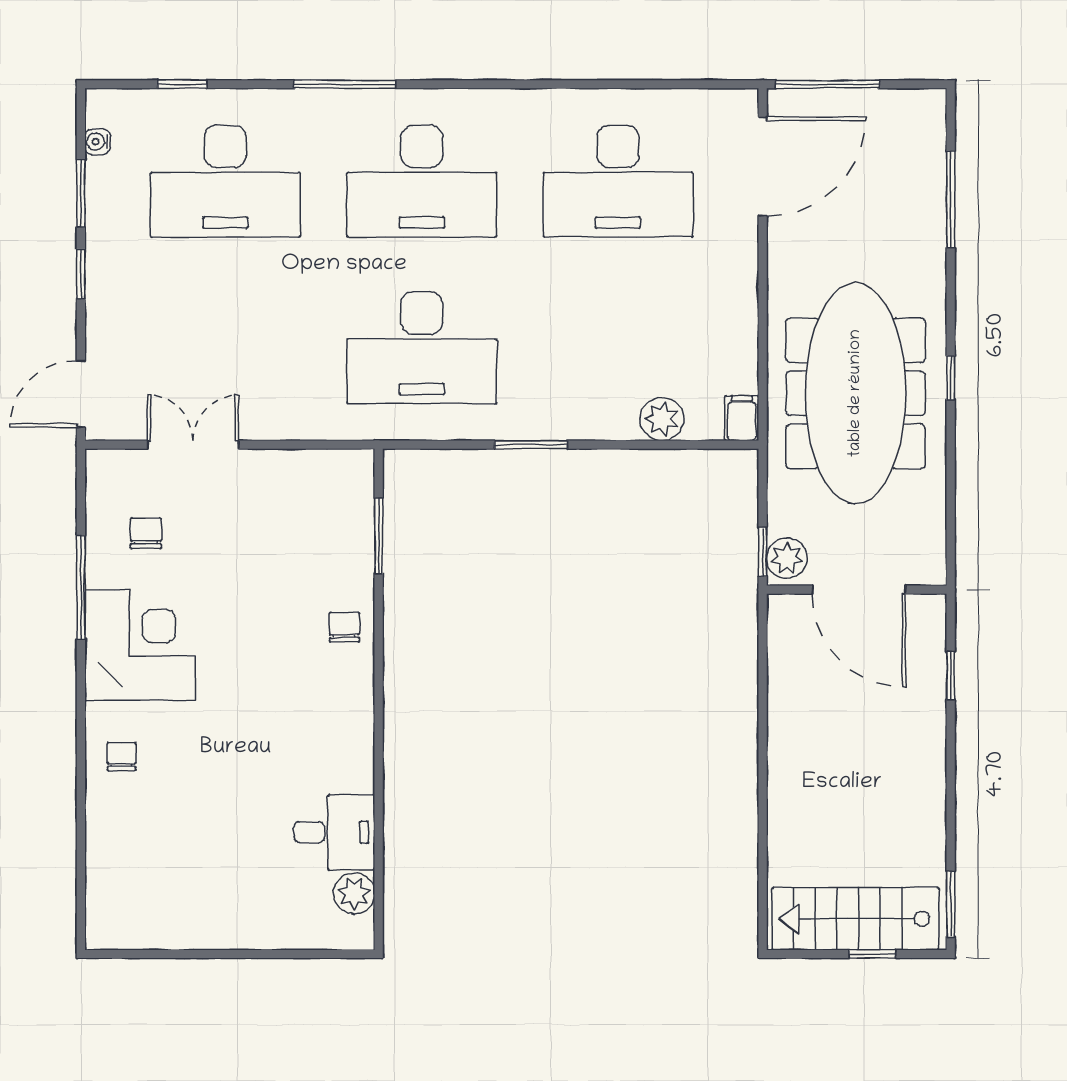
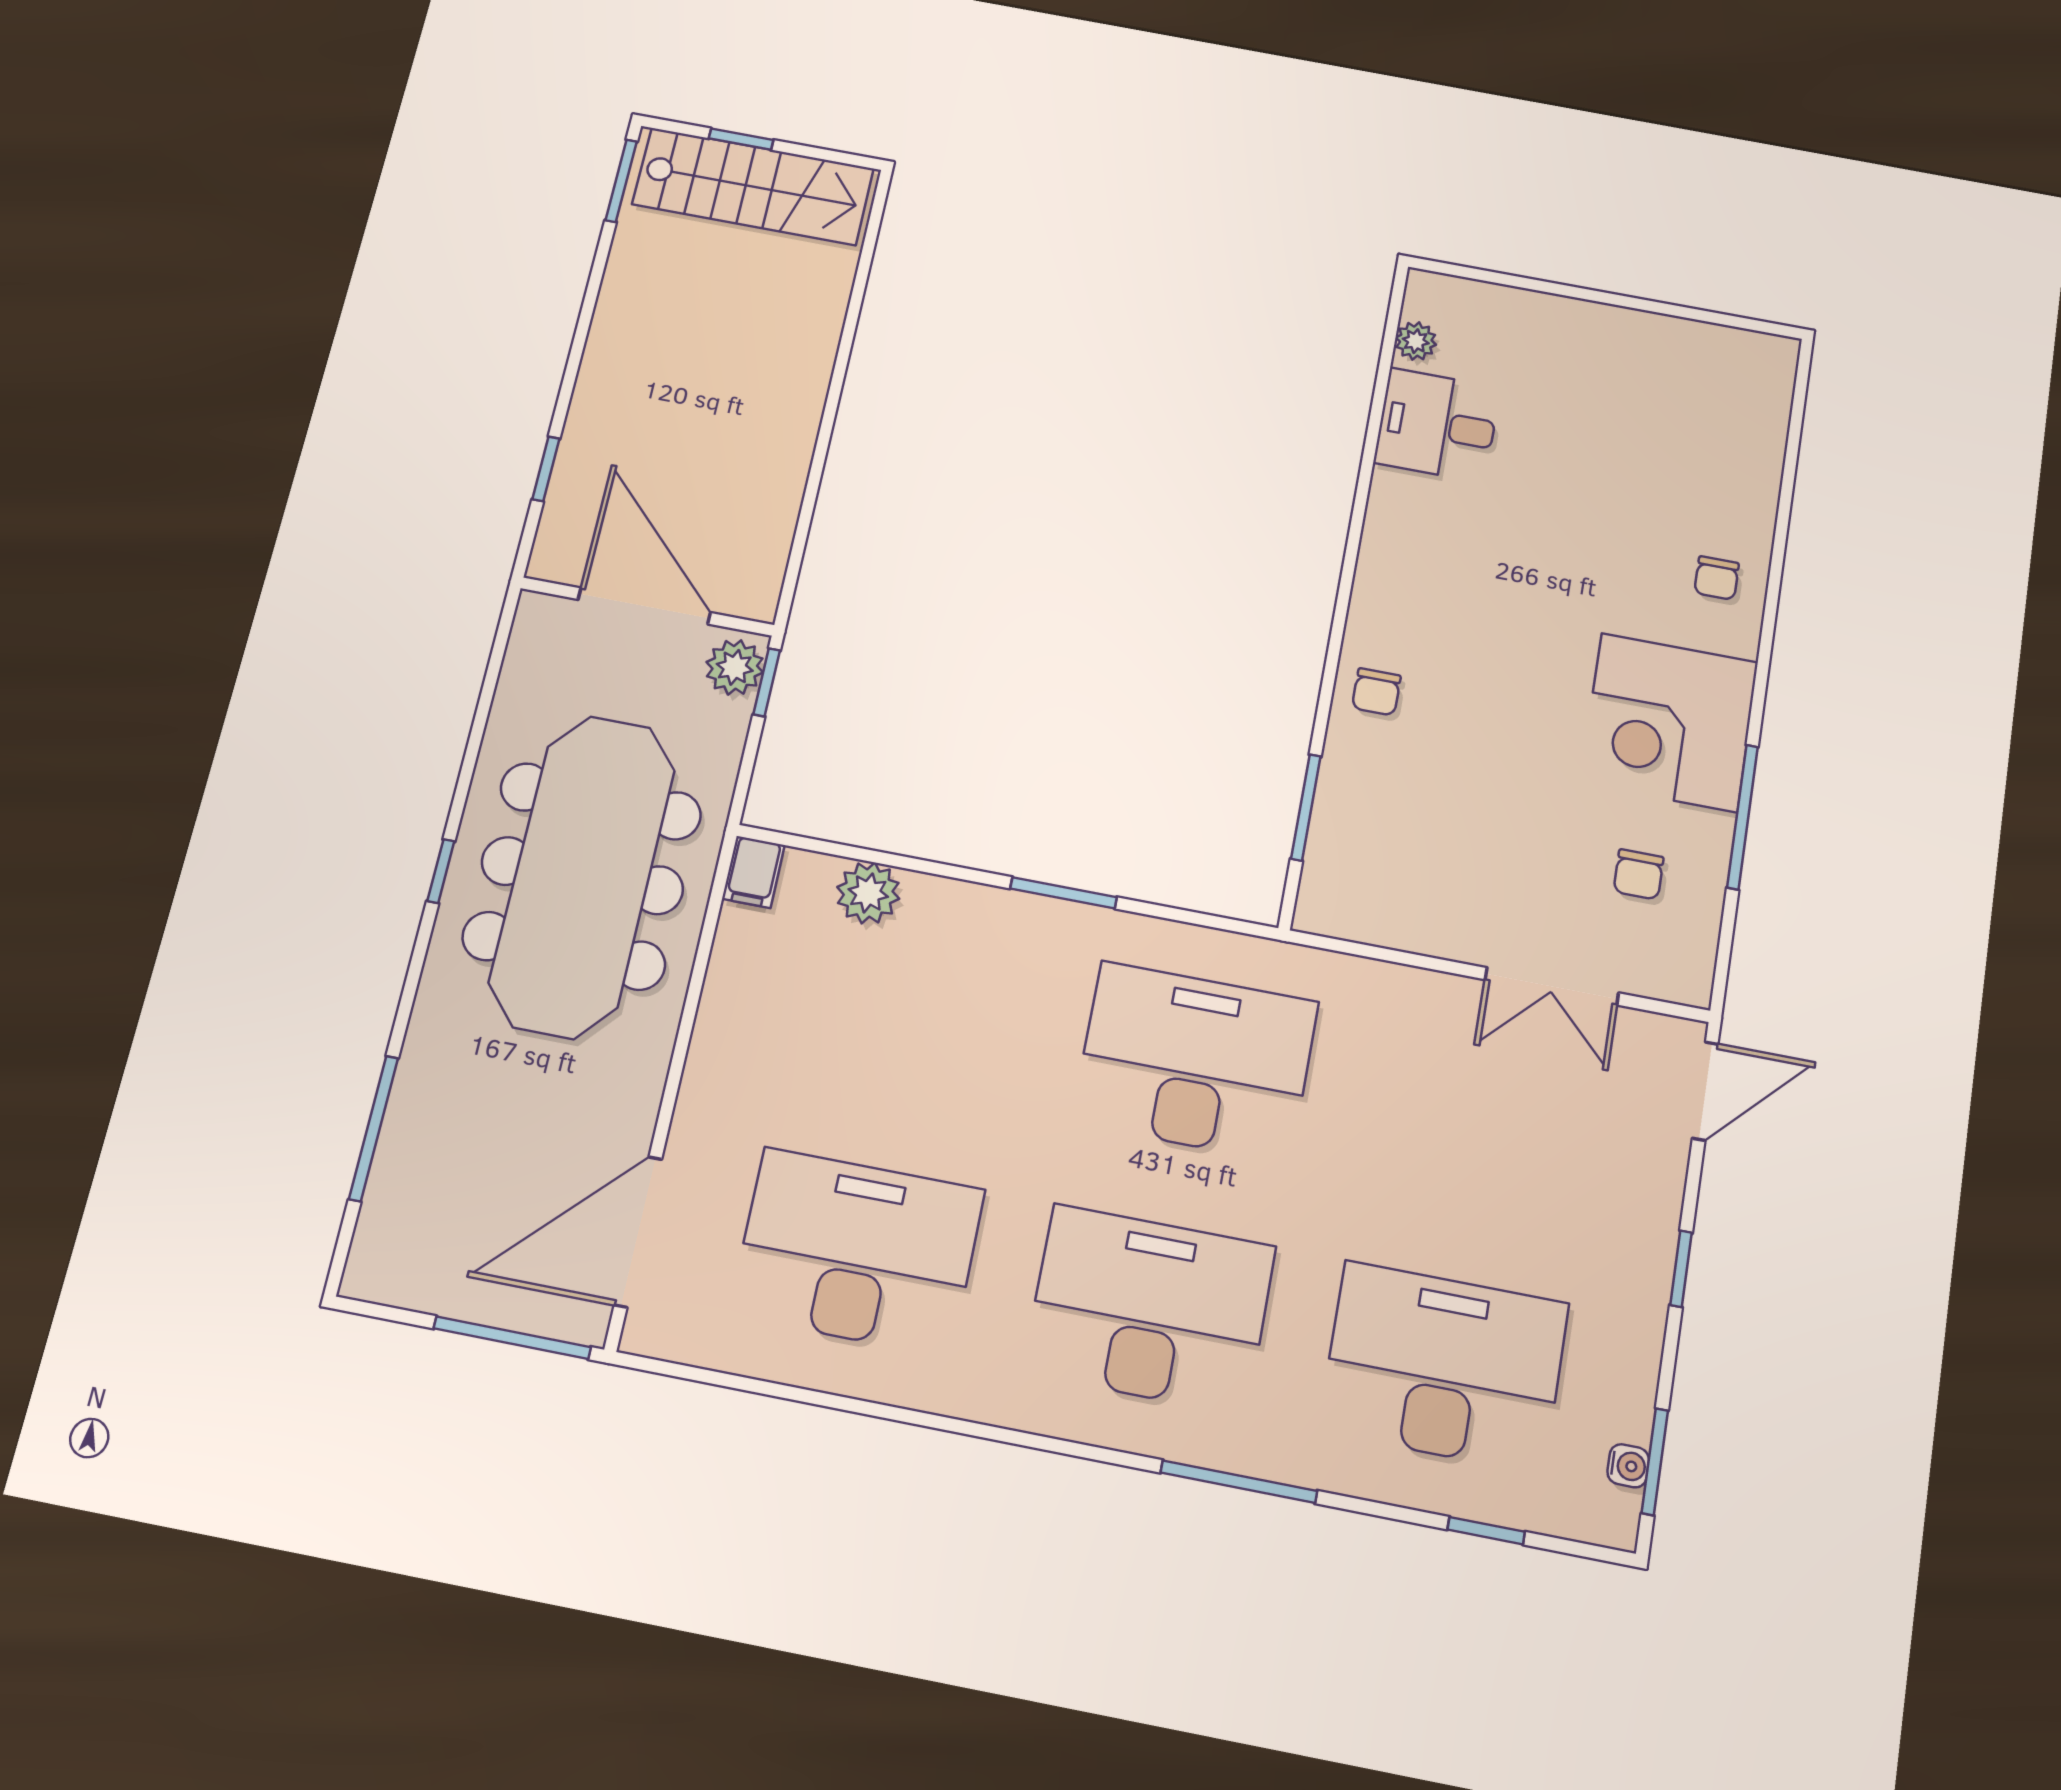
window: (81, 193) -> (1655, 1462), moved
plant: (354, 893) -> (1416, 341), width x0.73, depth x0.73

